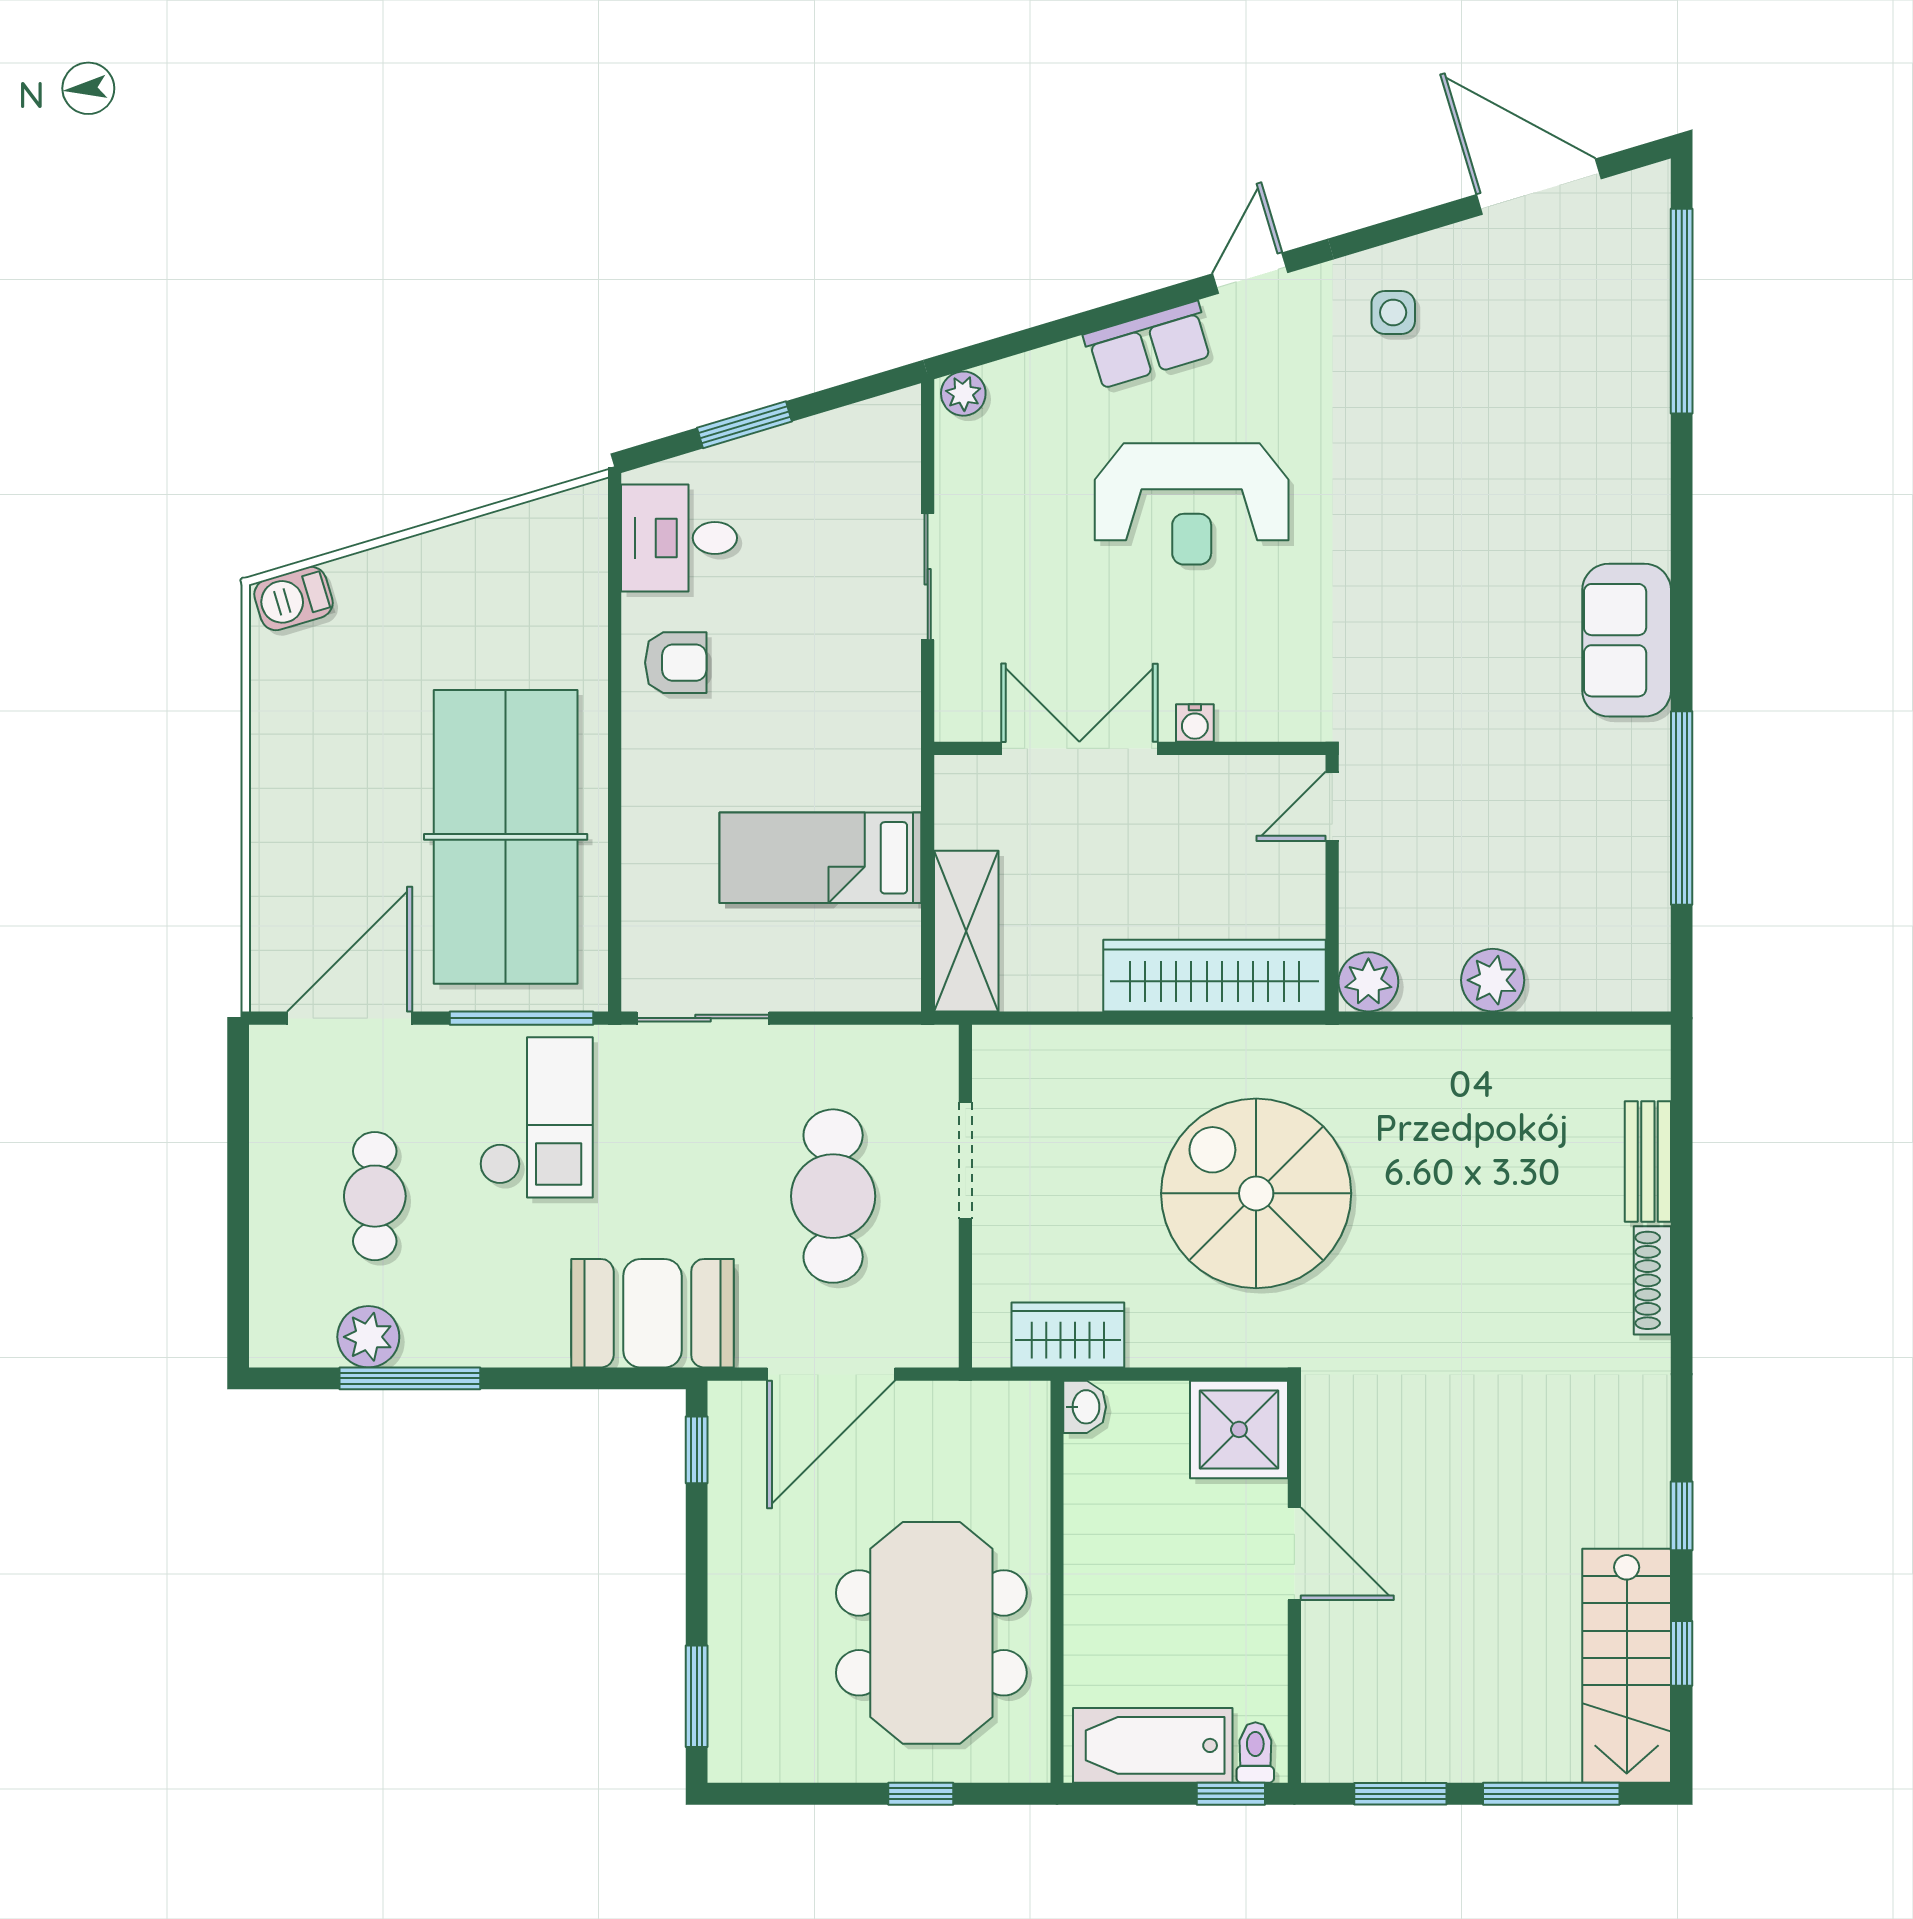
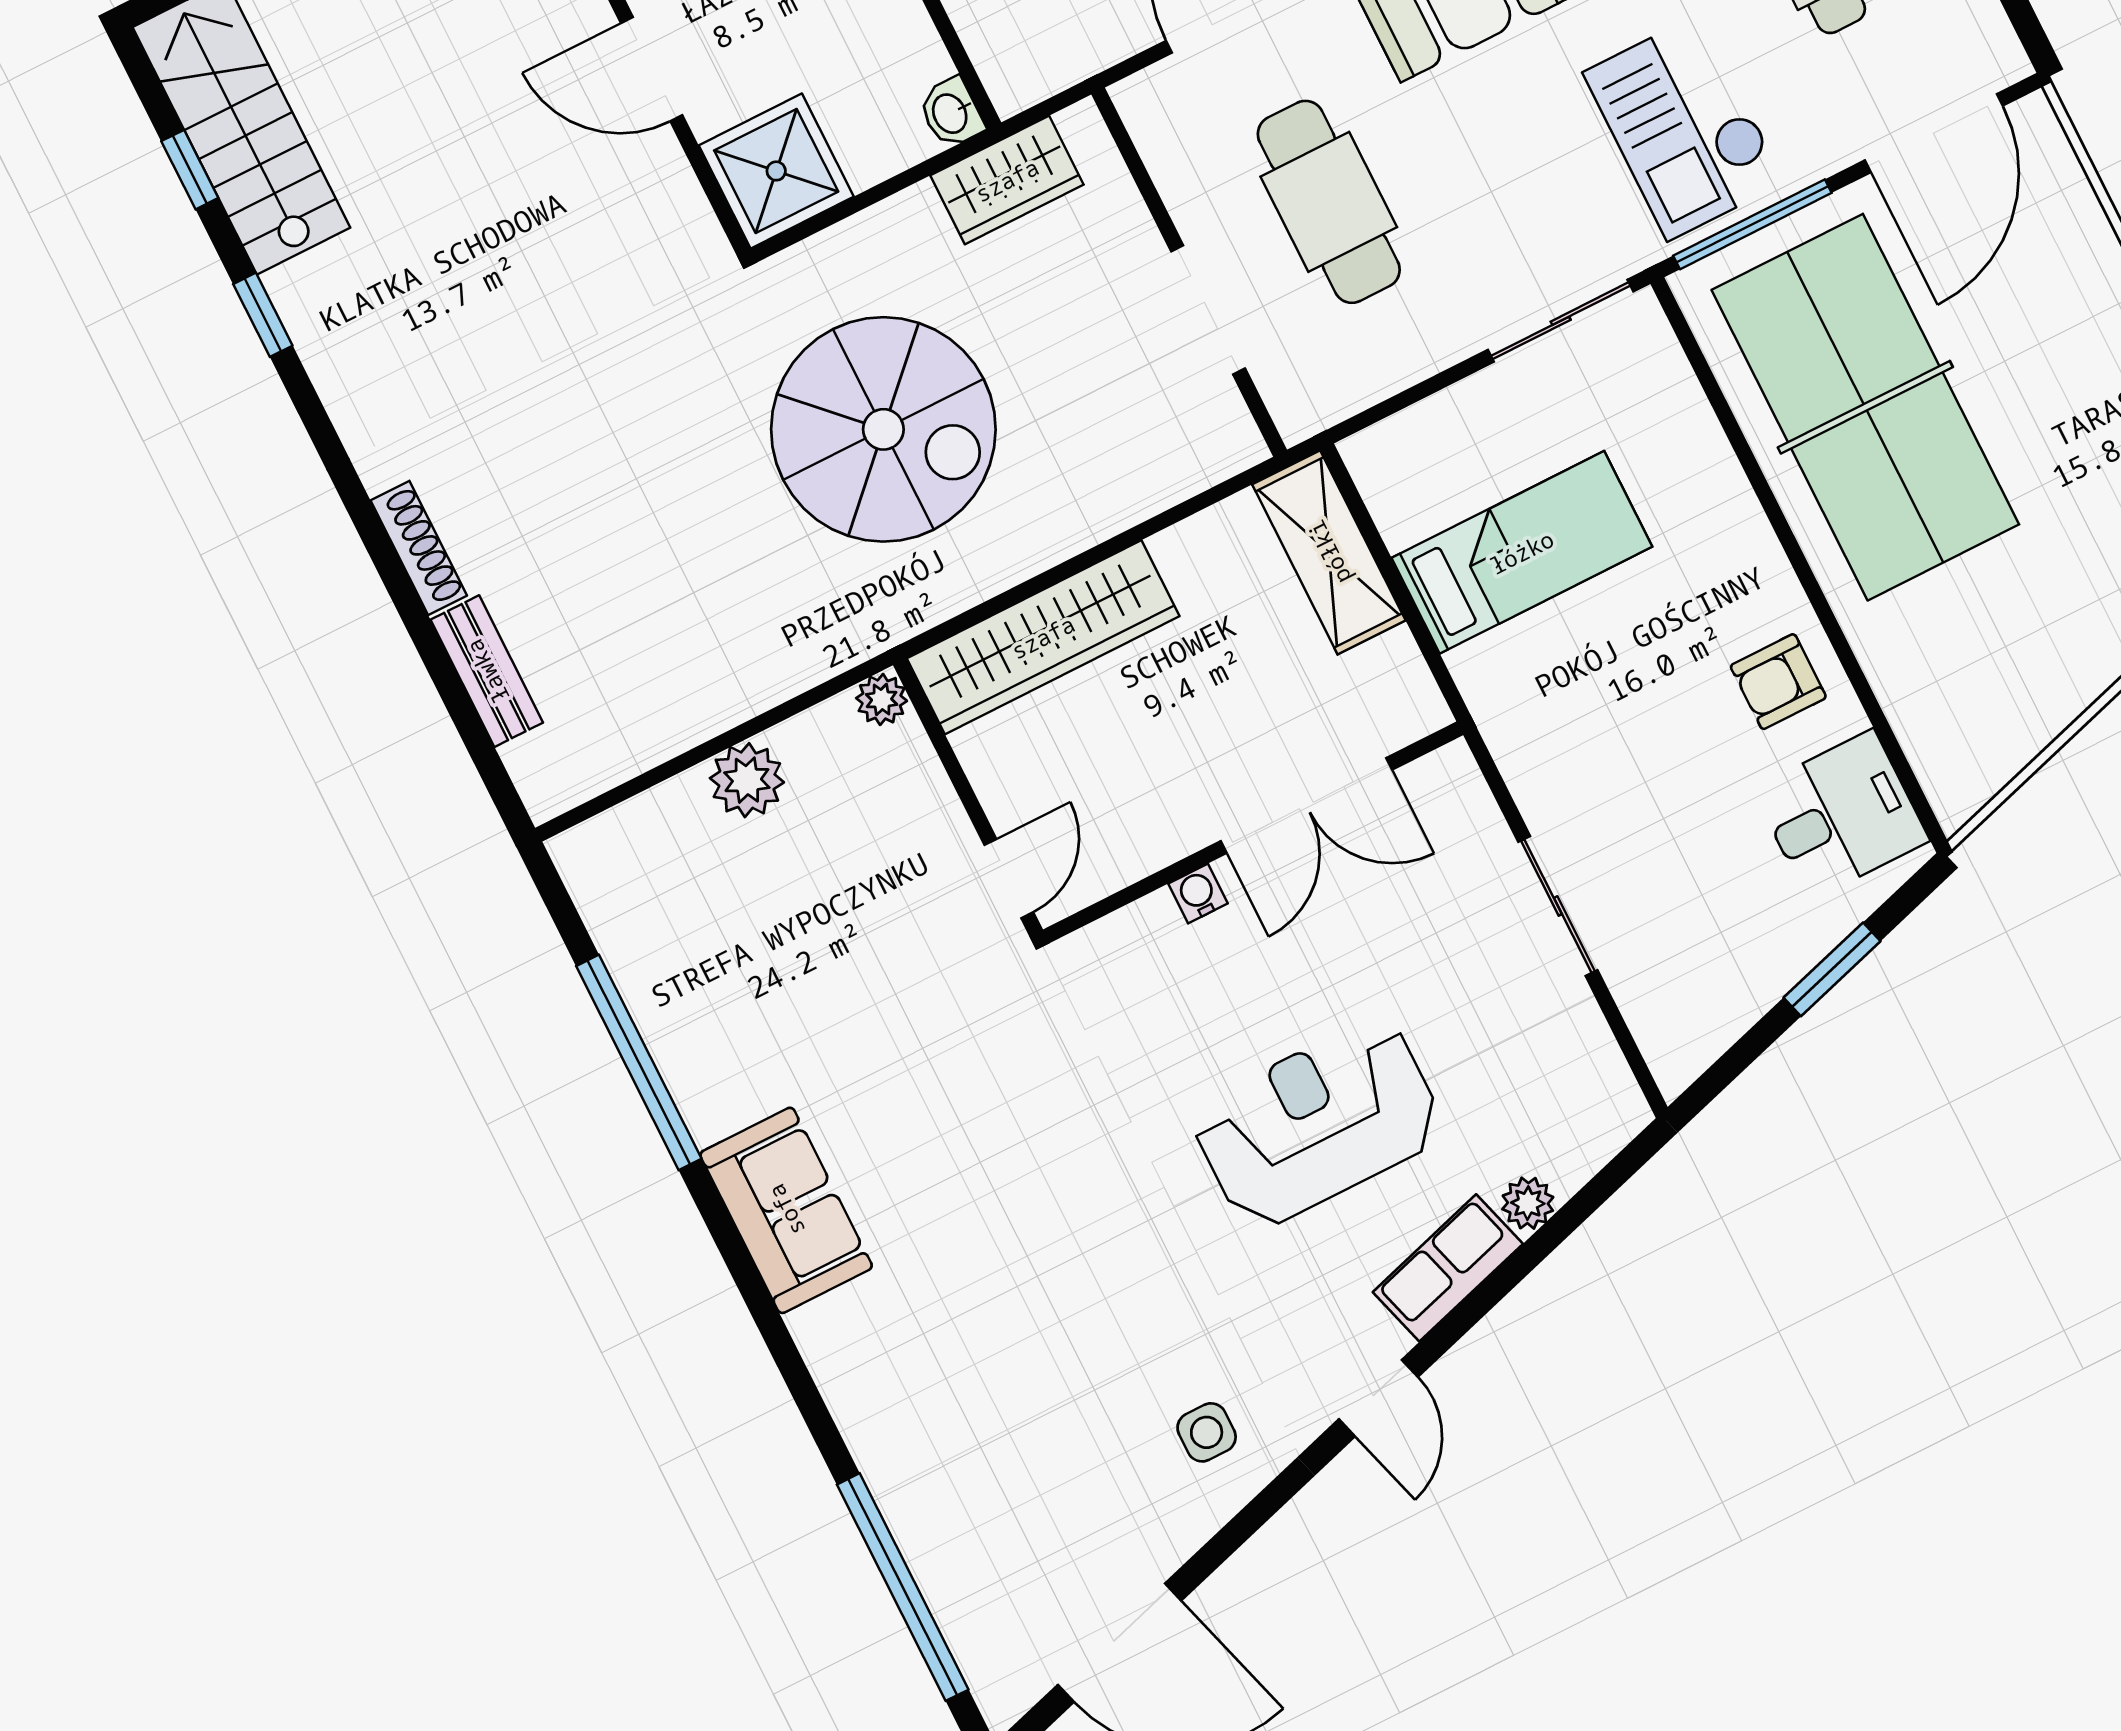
plant: (963, 394) -> (1528, 1203), moved
plant: (1368, 982) -> (882, 699), width x0.73, depth x0.73

